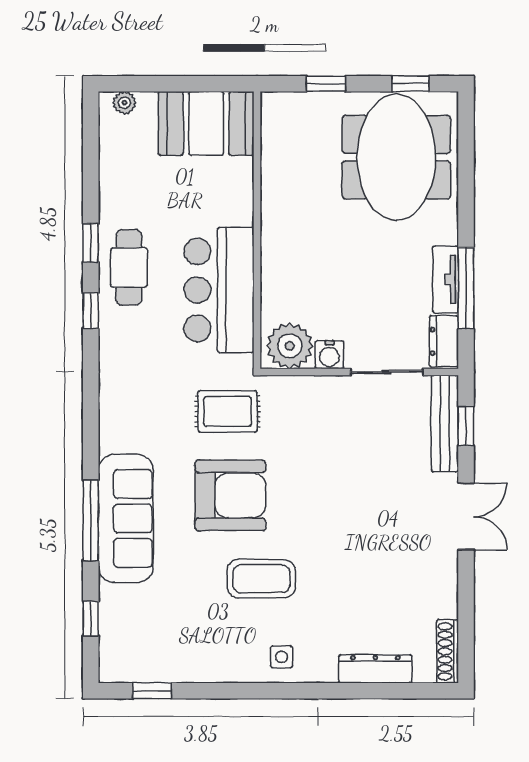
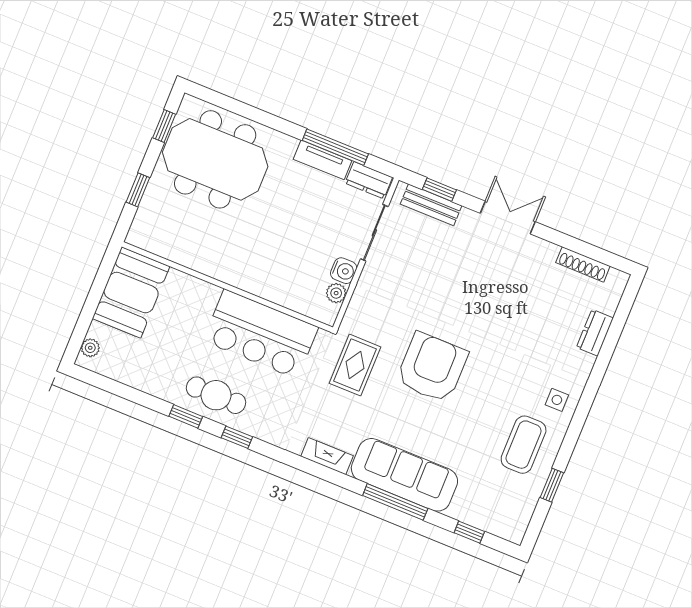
plant: (290, 346) -> (336, 293), width x0.53, depth x0.53
fireplace: (111, 422) -> (327, 456), added
bench: (445, 424) -> (431, 205), width x0.73
armchair: (230, 495) -> (432, 367), moved
coffee table: (261, 579) -> (524, 445), moved
shoe rack: (448, 651) -> (583, 264), moved
dresser: (375, 669) -> (595, 333), width x0.70
window: (152, 691) -> (552, 485), moved

